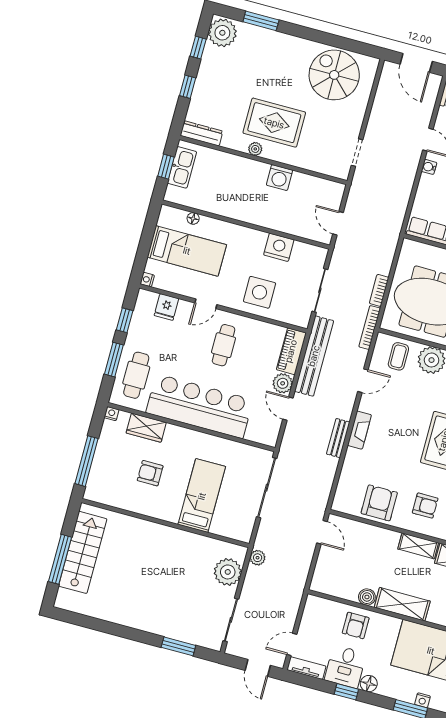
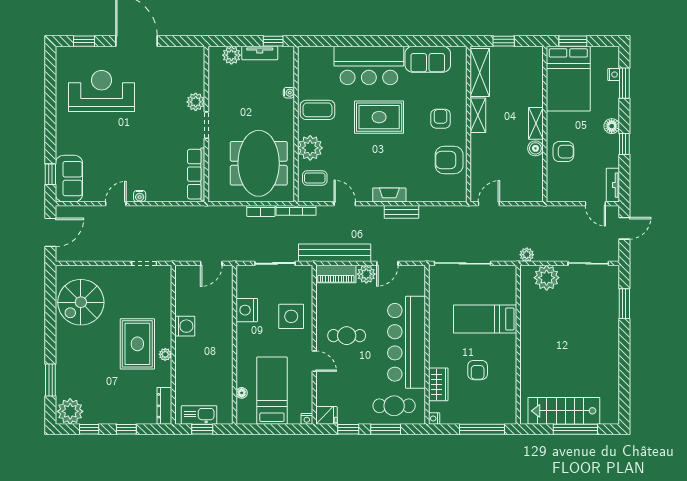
fridge: (166, 307) -> (326, 415), moved
shelving: (402, 604) -> (536, 123), width x0.67, depth x0.75
desk: (345, 667) -> (602, 151), removed

